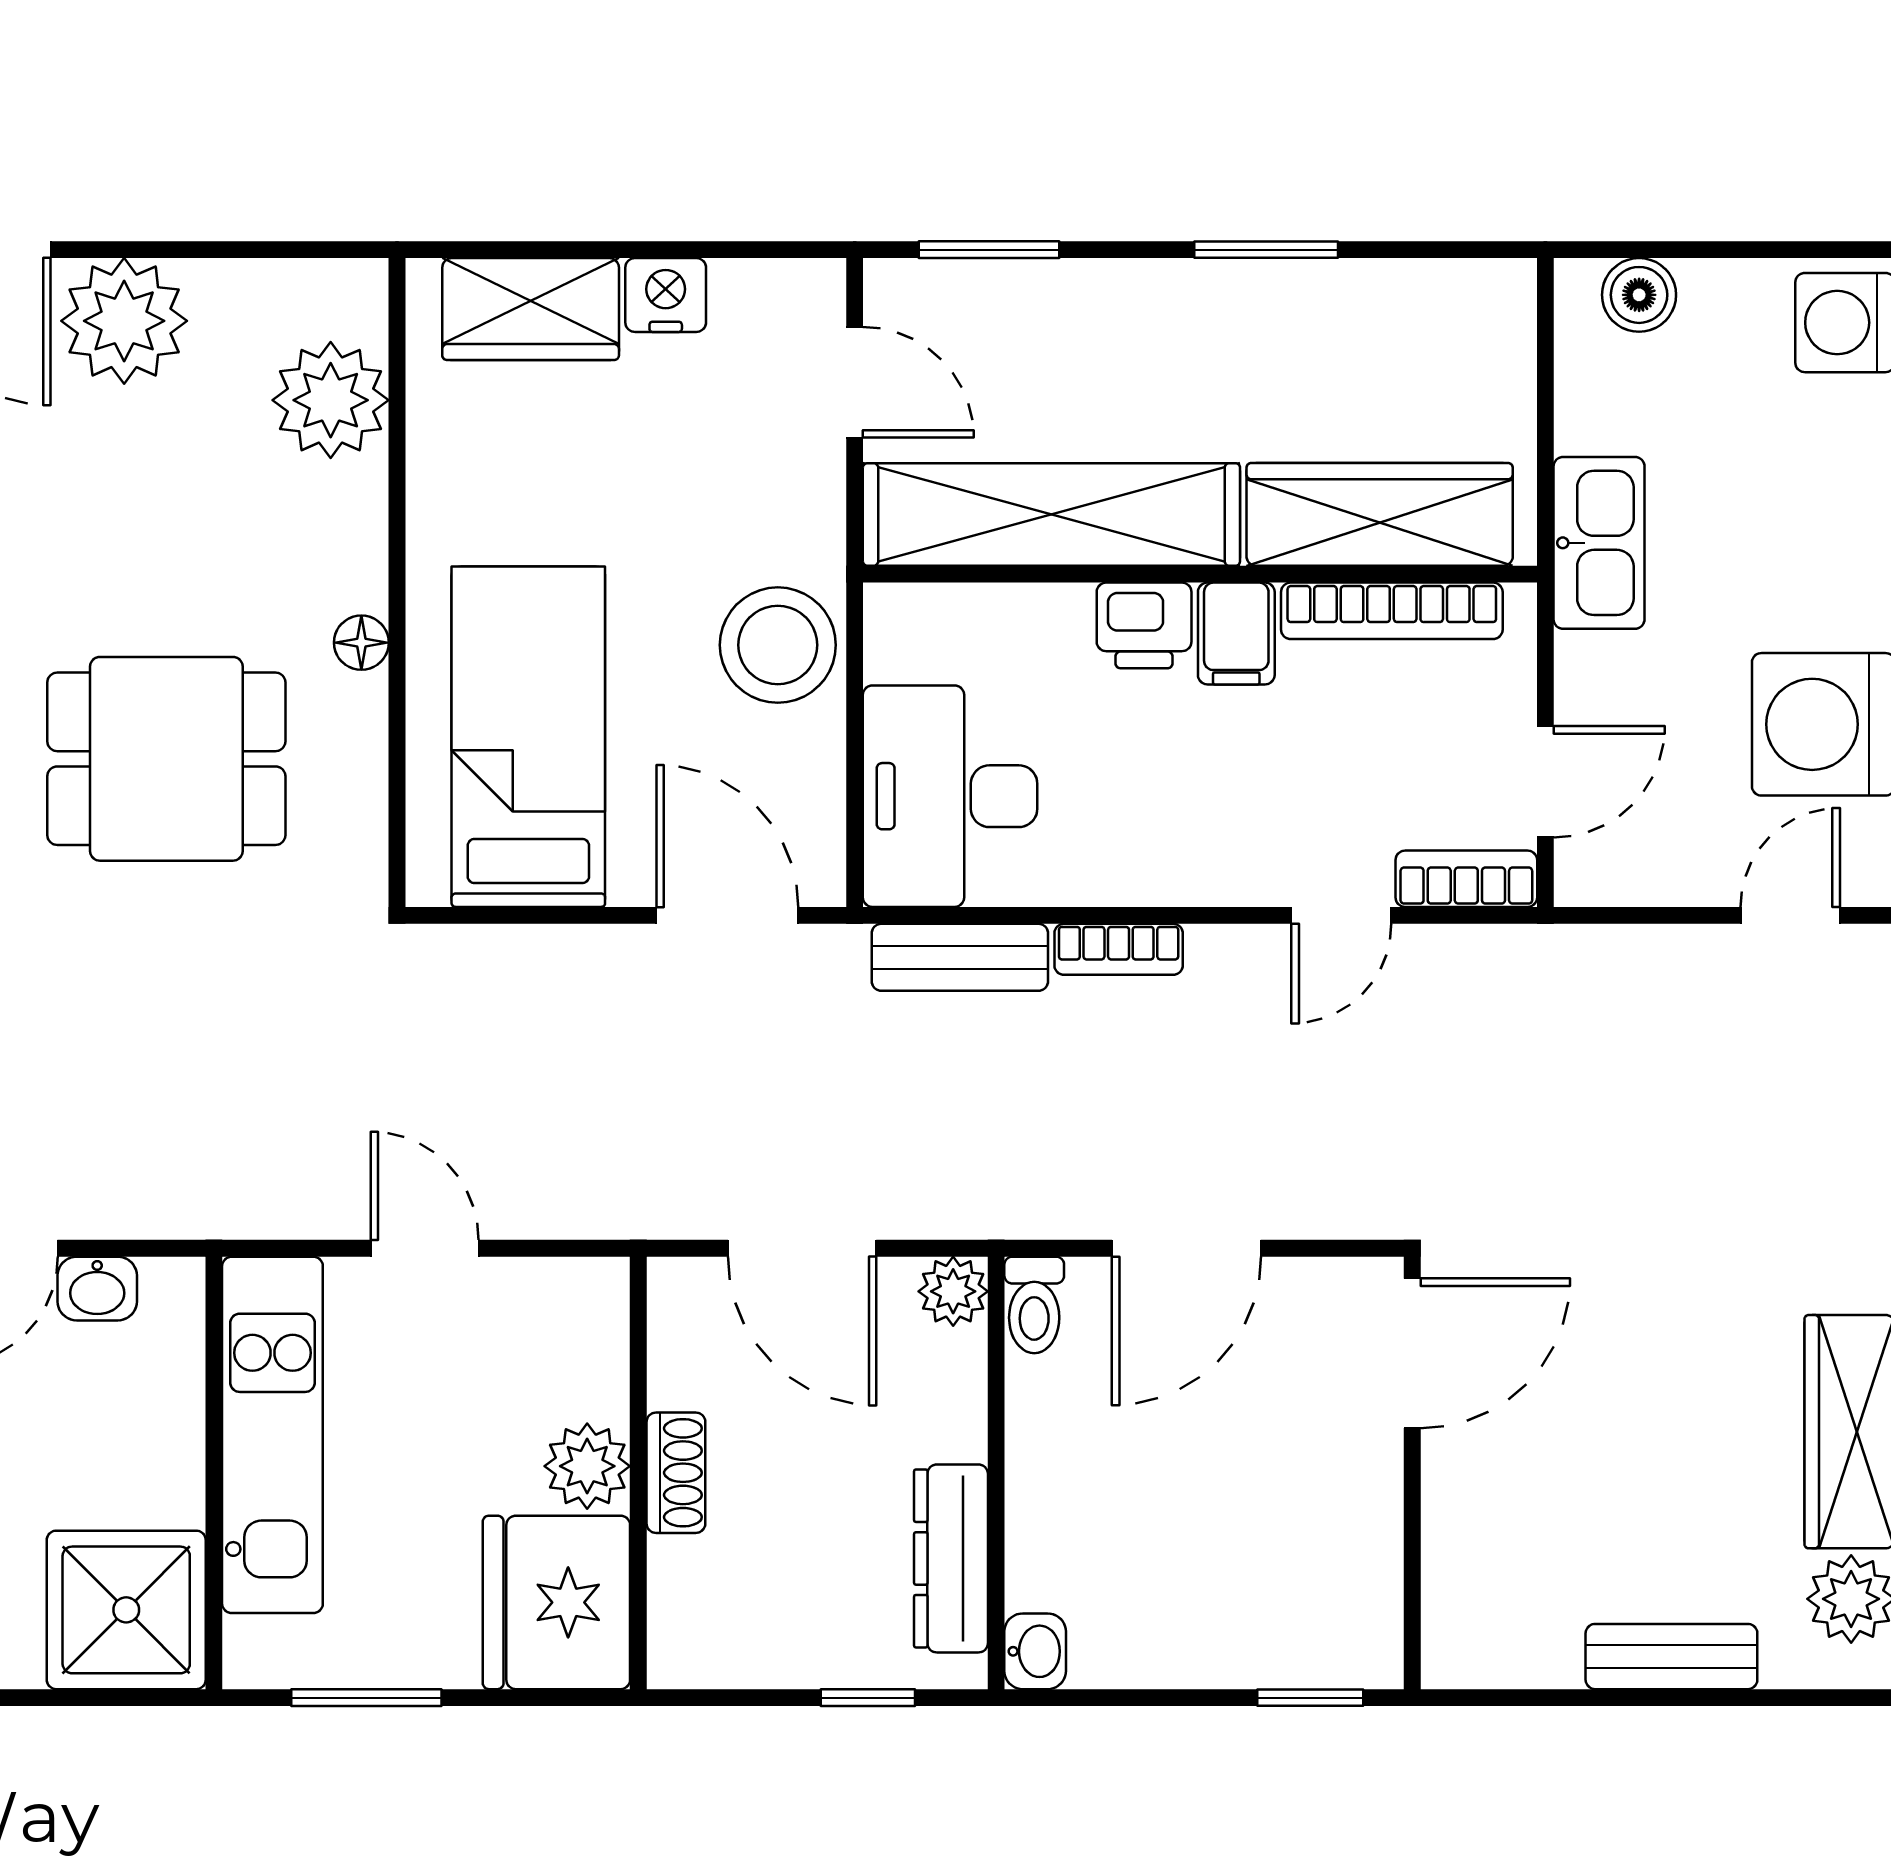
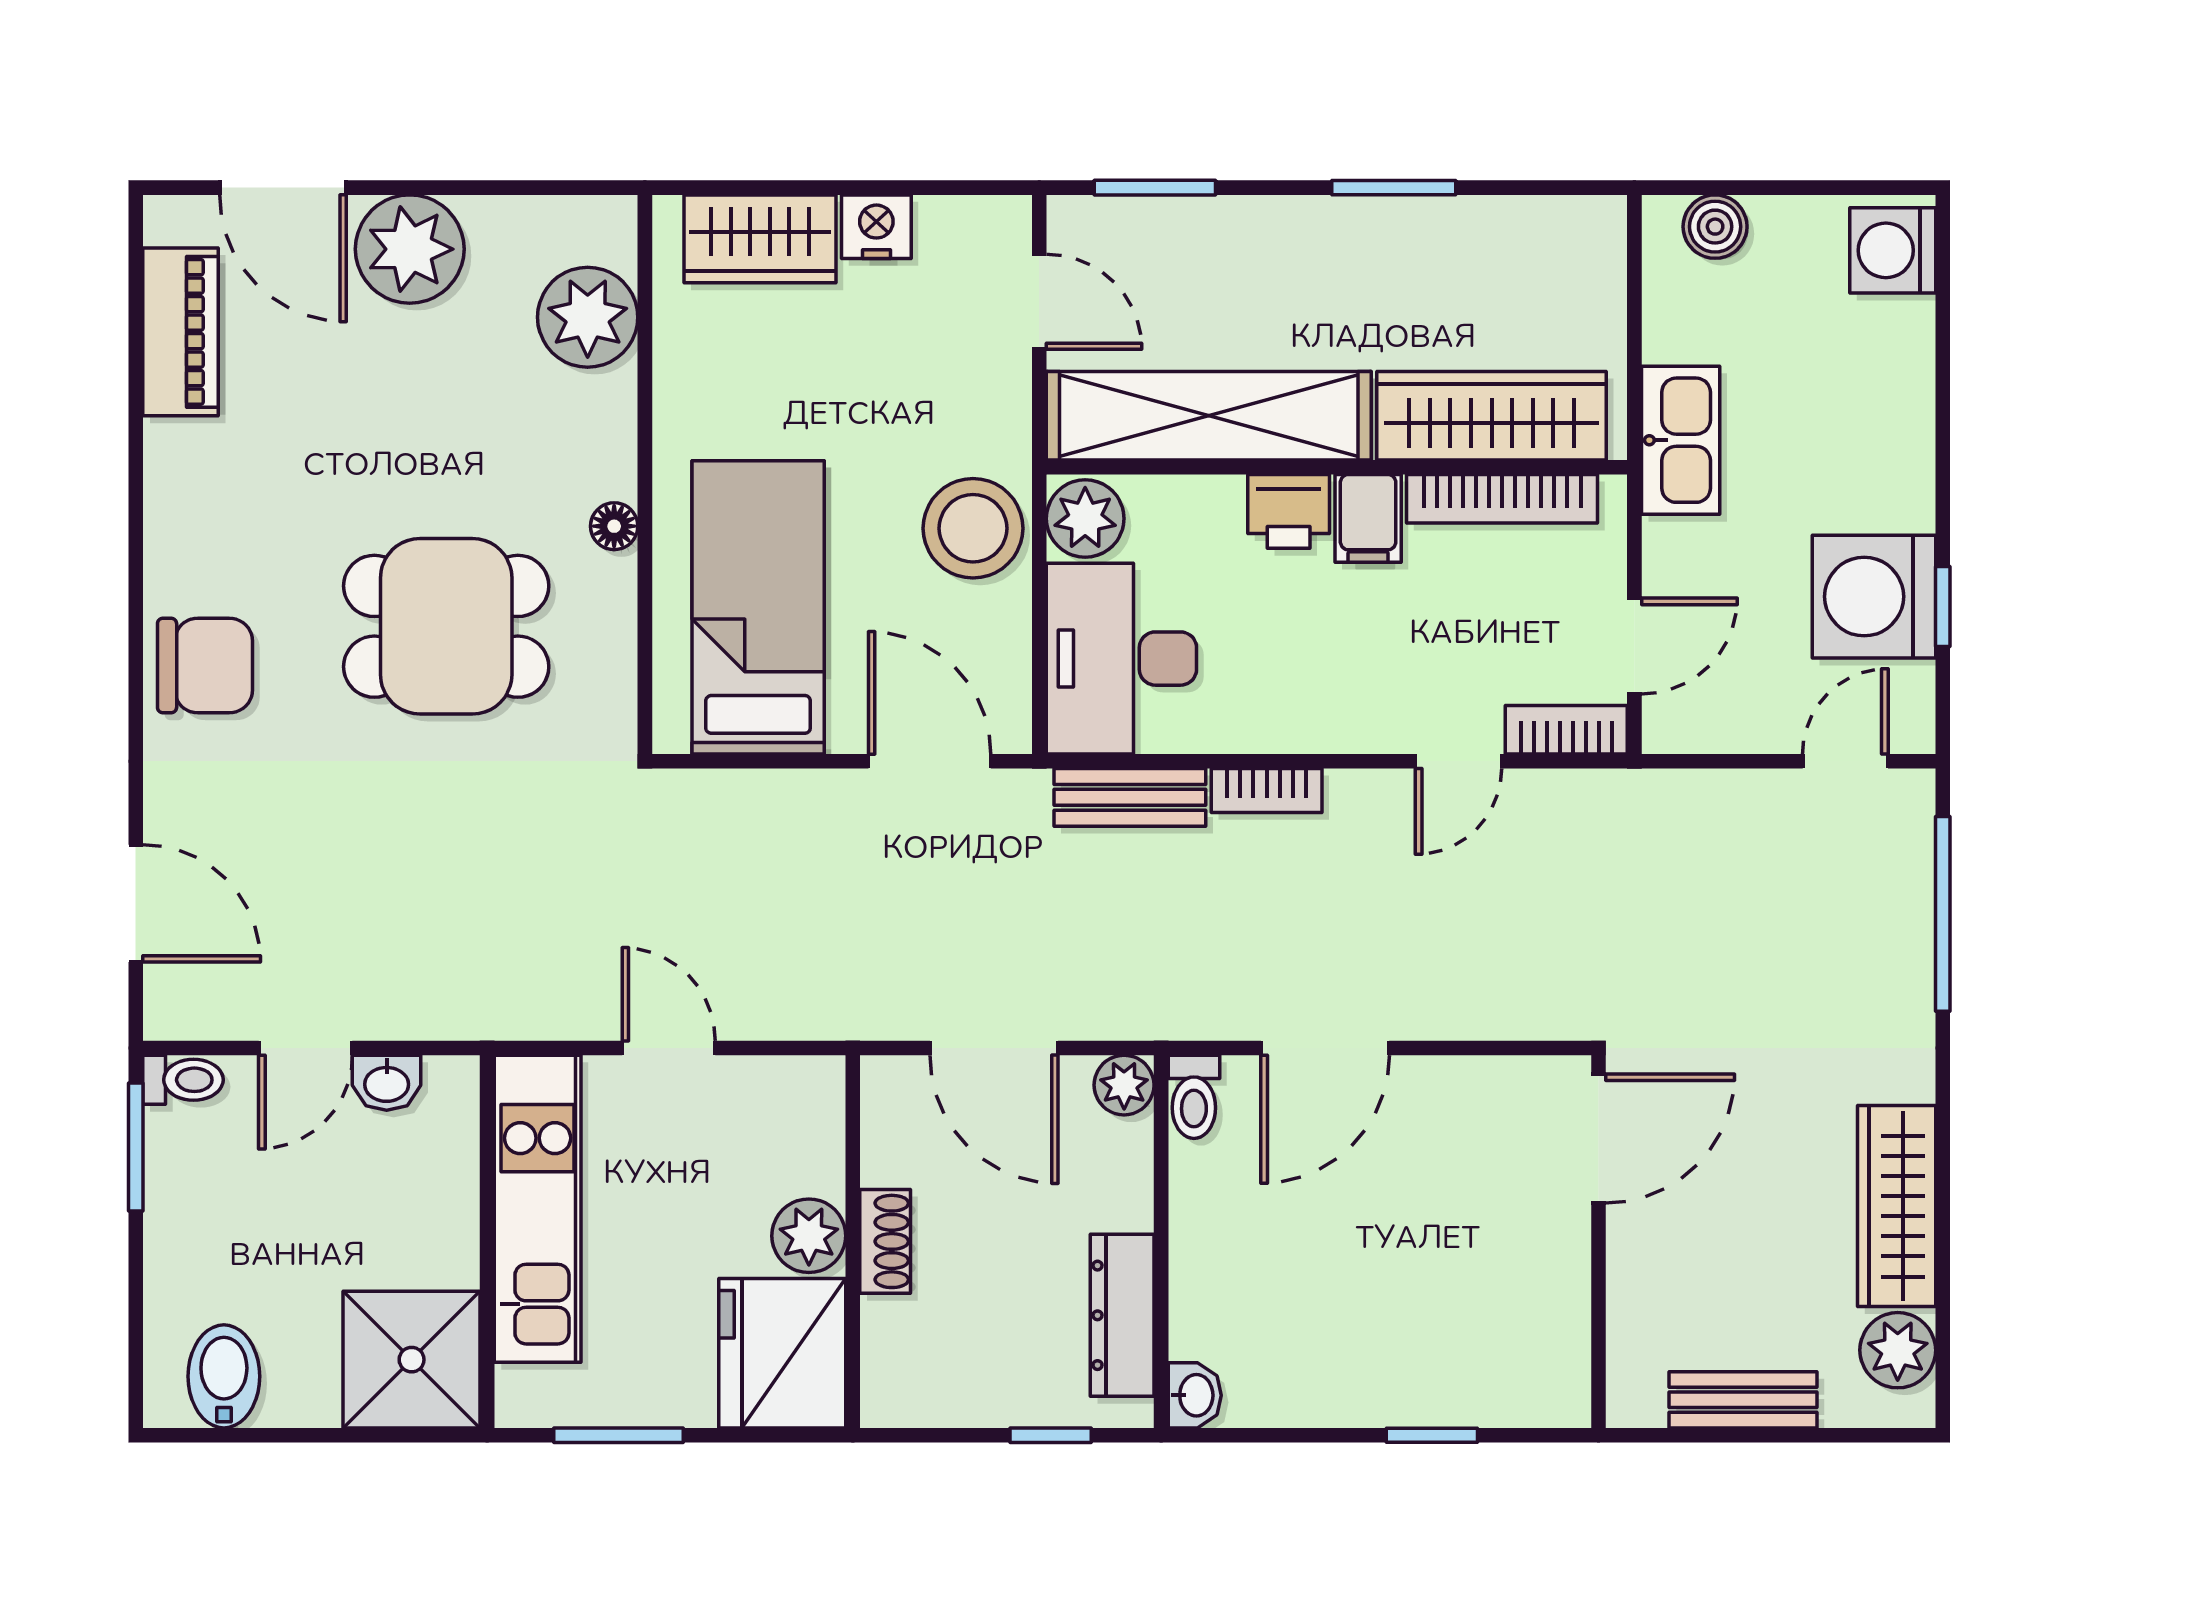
plant: (908, 634) -> (1085, 519), added
door: (1412, 1353) -> (1599, 1138), moved
wall: (1412, 1473) -> (1599, 1242), moved

